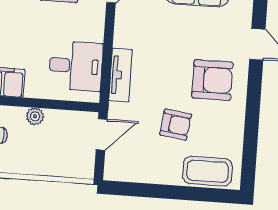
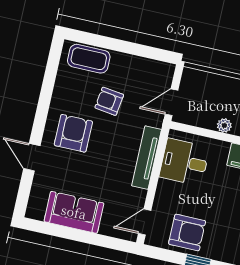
tv unit: (121, 75) -> (147, 158), width x1.41
armchair: (212, 80) -> (73, 133), turned 90

